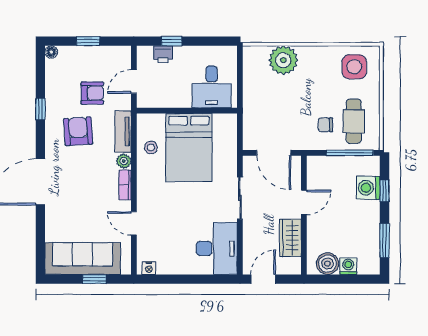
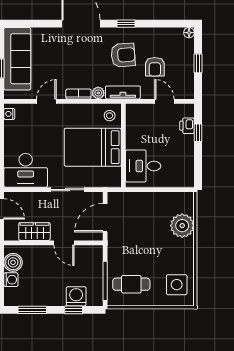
desk: (212, 87) -> (143, 166), moved
window: (40, 109) -> (126, 24), moved
wall: (187, 111) -> (123, 145), moved
chair: (325, 125) -> (128, 261), removed
bed: (189, 148) -> (93, 147), moved

